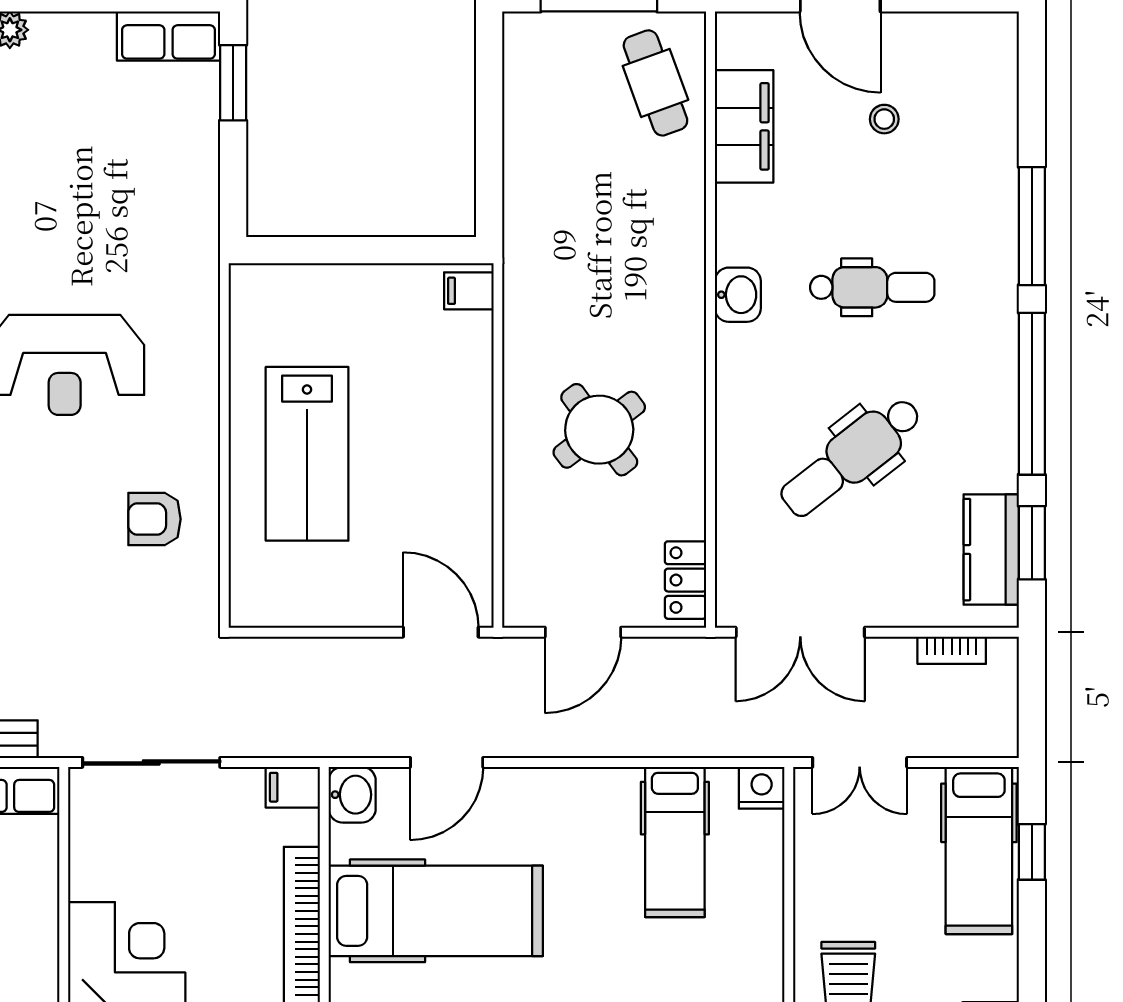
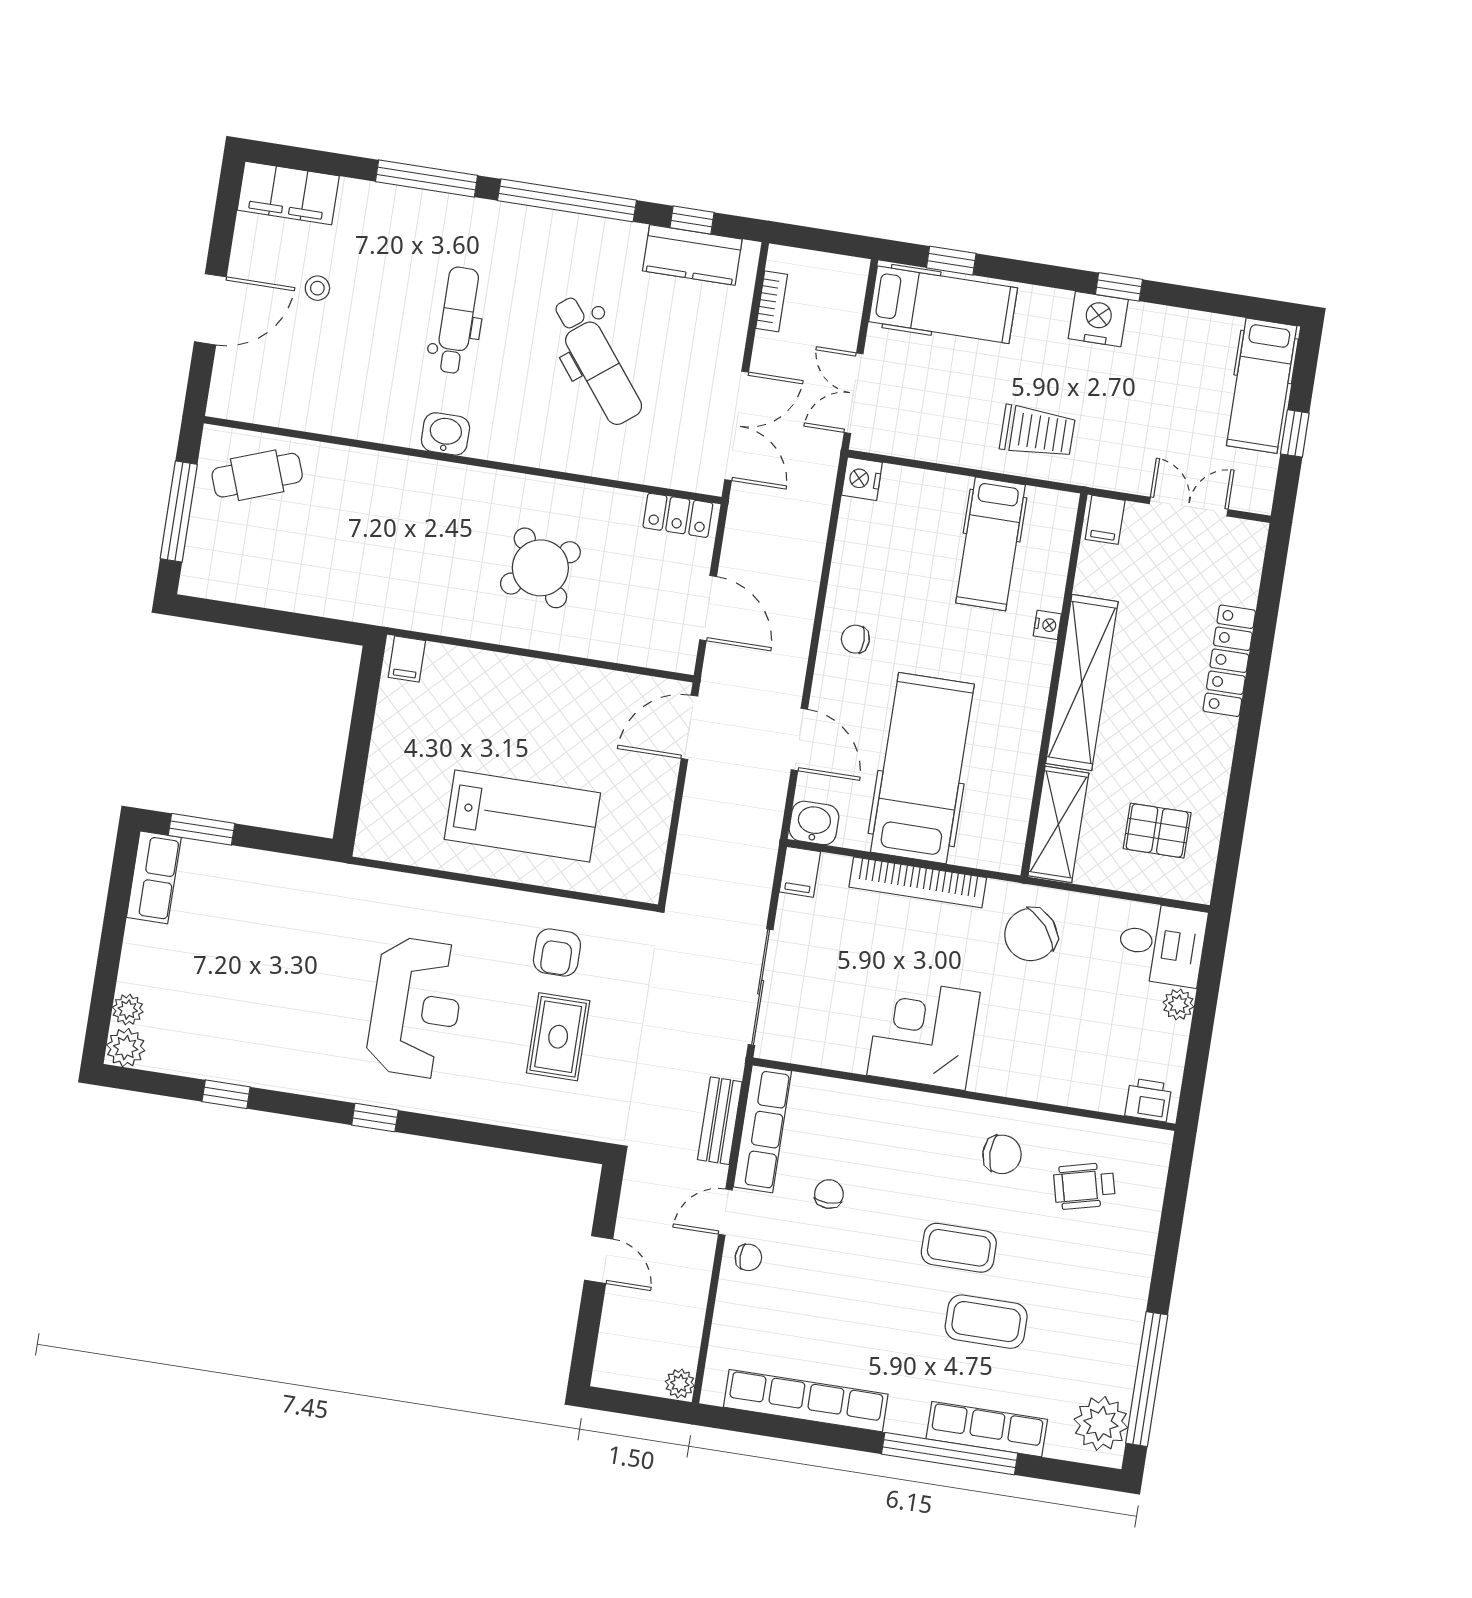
filing cabinet: (744, 126) -> (288, 193), moved, turned 180
rug: (57, 536) -> (558, 1037), added
window: (1032, 543) -> (692, 220), width x0.67
double door: (860, 762) -> (854, 393), swing flipped
chair: (574, 809) -> (855, 639), added
hospital bed: (675, 842) -> (991, 544), moved, turned 90

